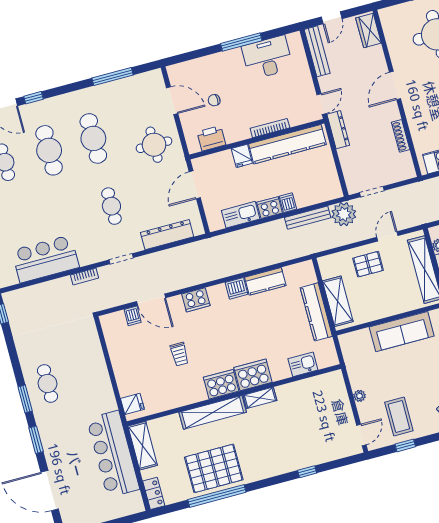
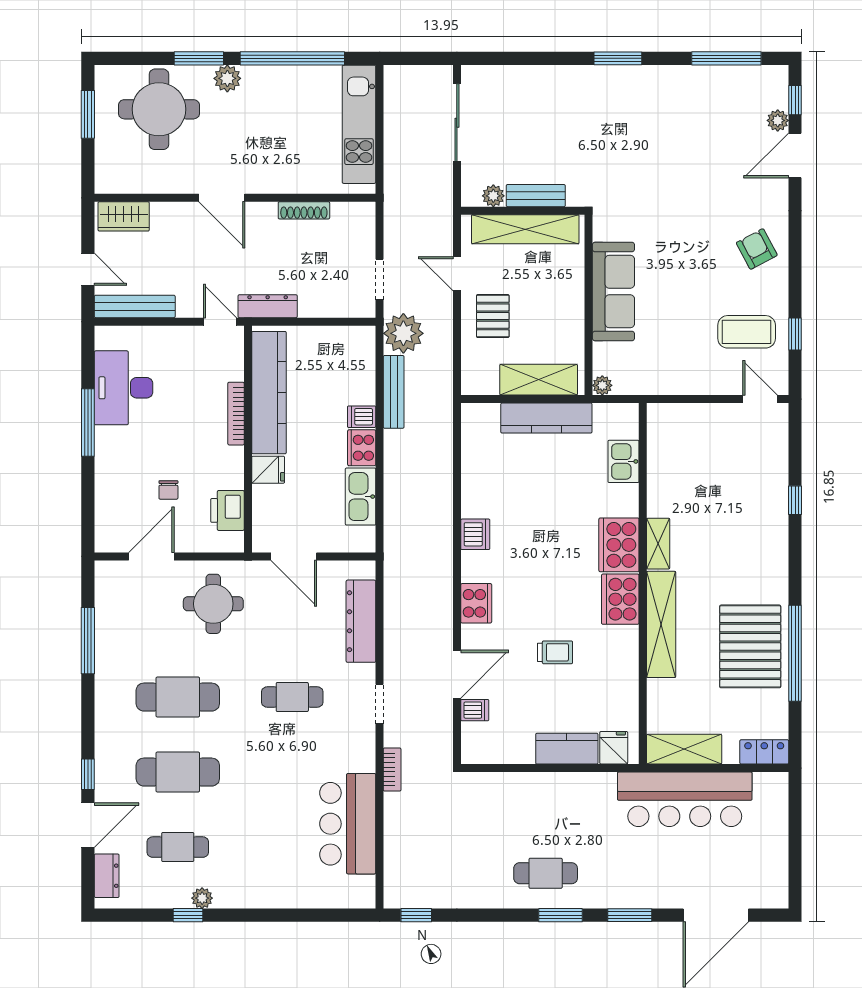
kitchen counter: (265, 281) -> (567, 749), moved, turned -90
plant: (360, 396) -> (602, 385), moved

